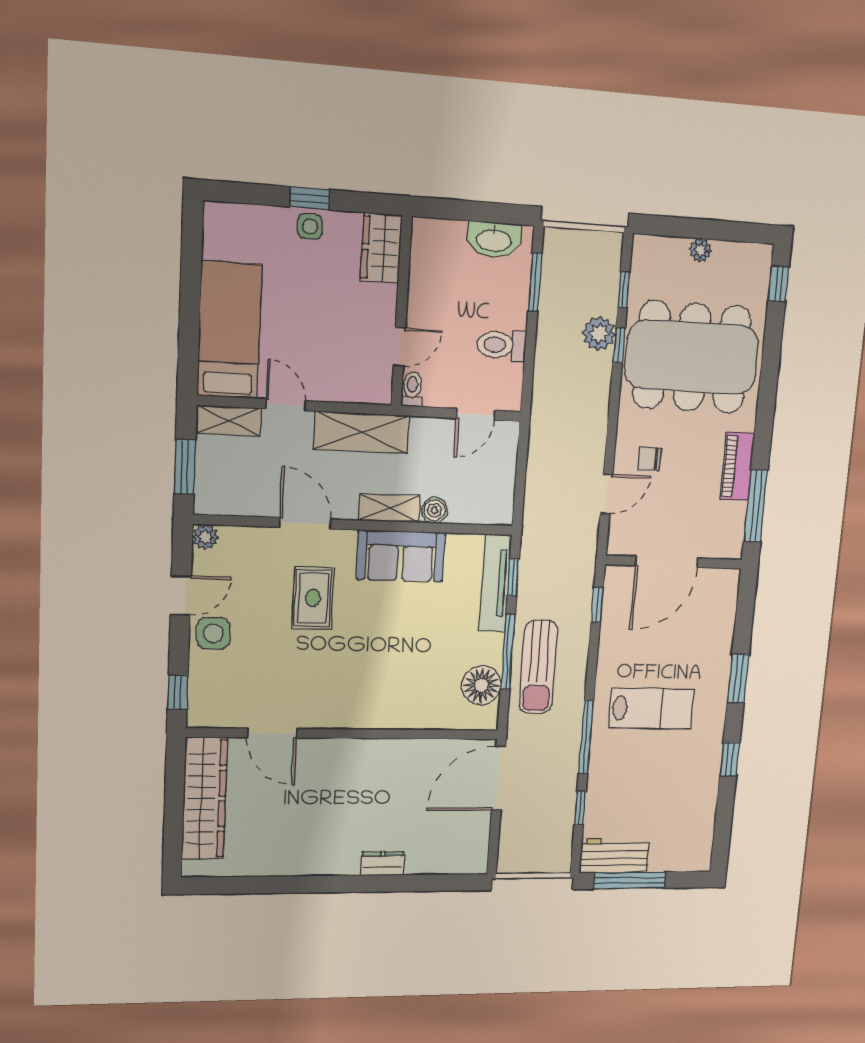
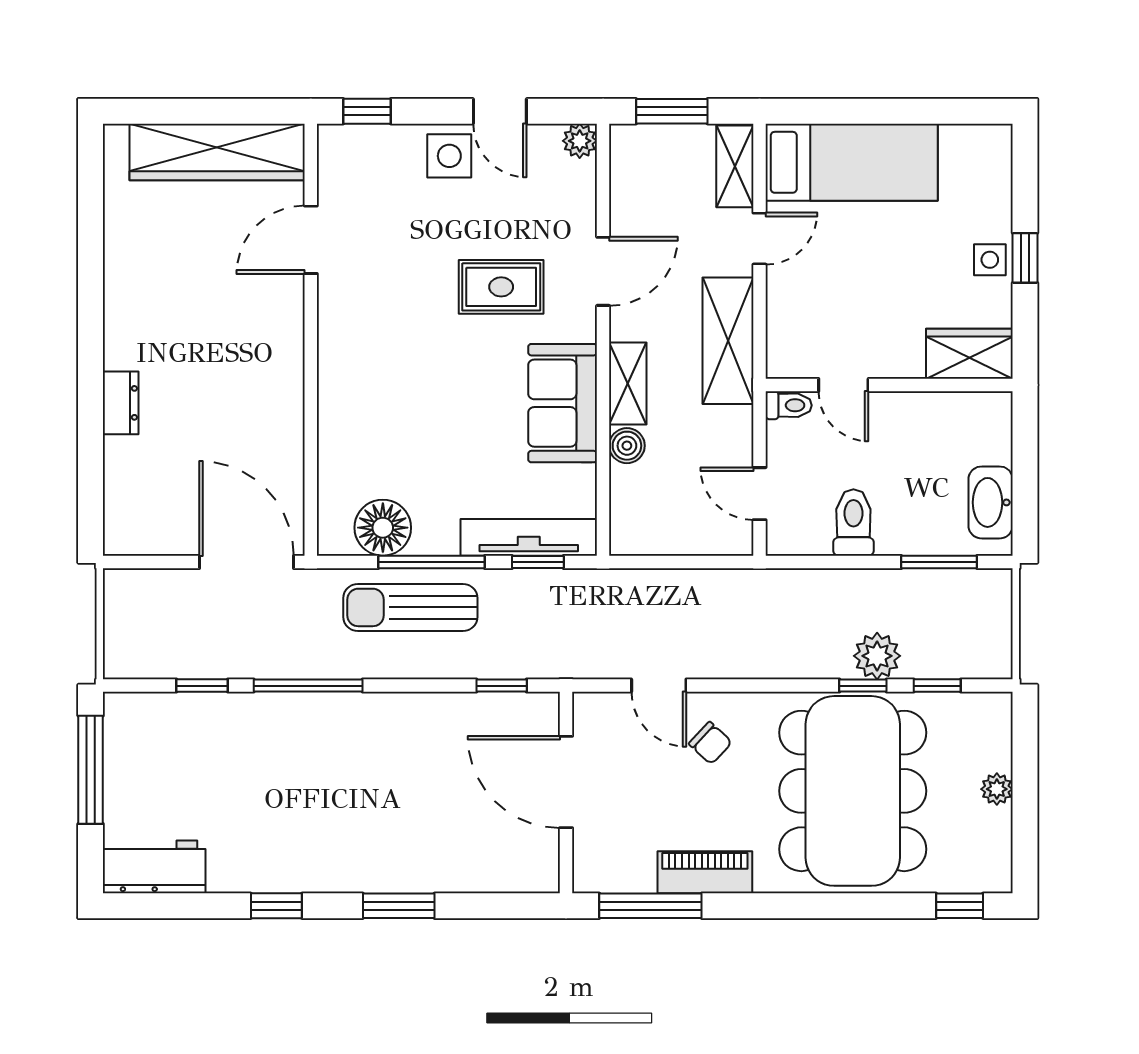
chair: (649, 459) -> (710, 743), turned 133
lab bench: (652, 708) -> (352, 779), removed
workbench: (614, 856) -> (154, 867), moved, turned -90

